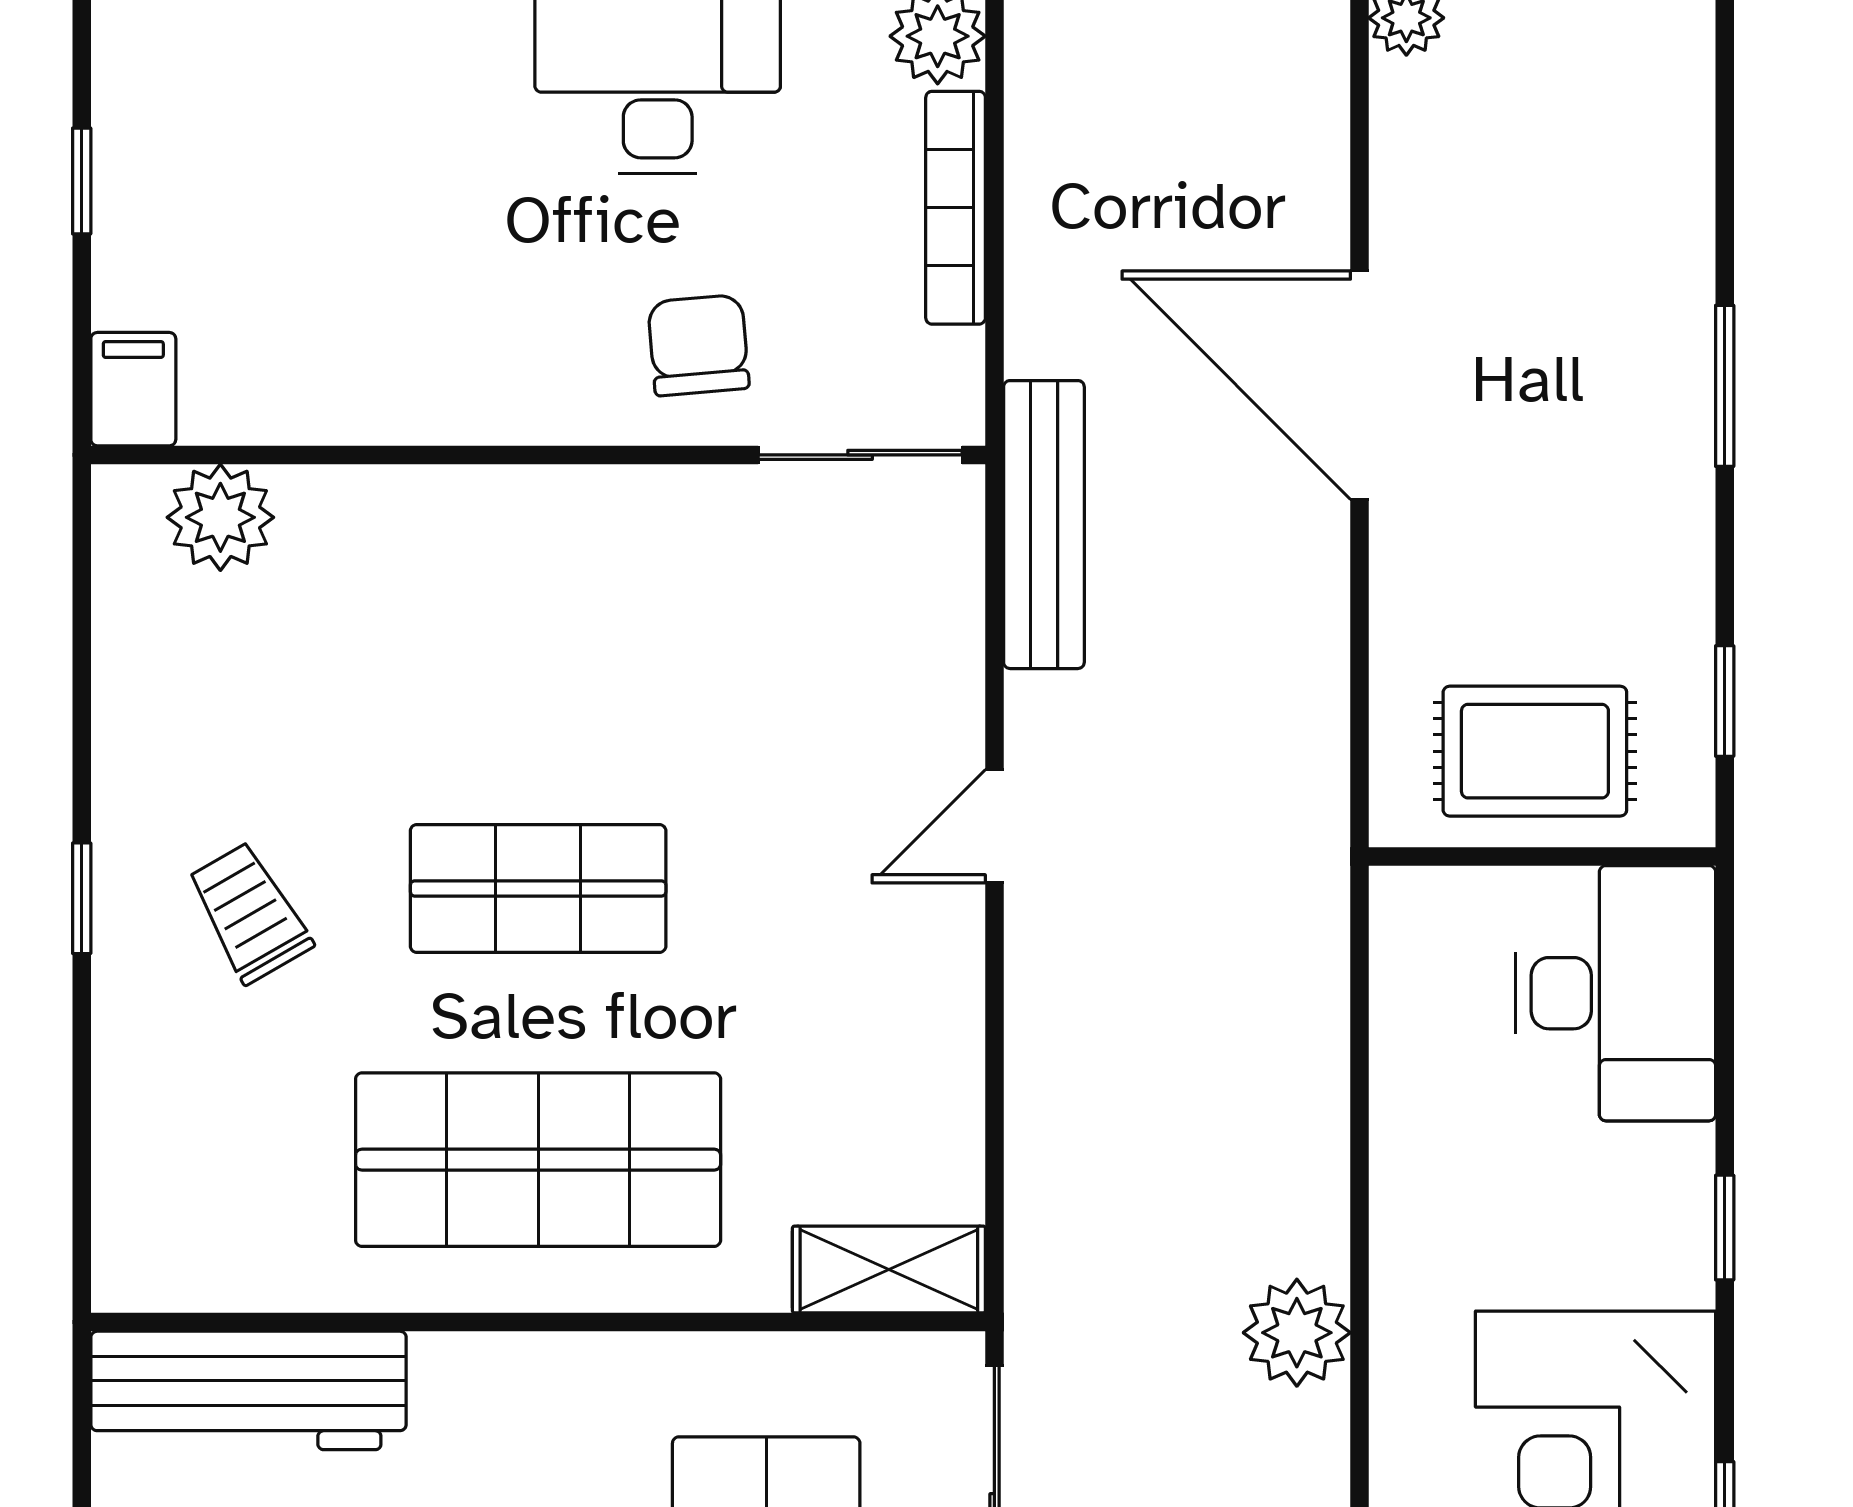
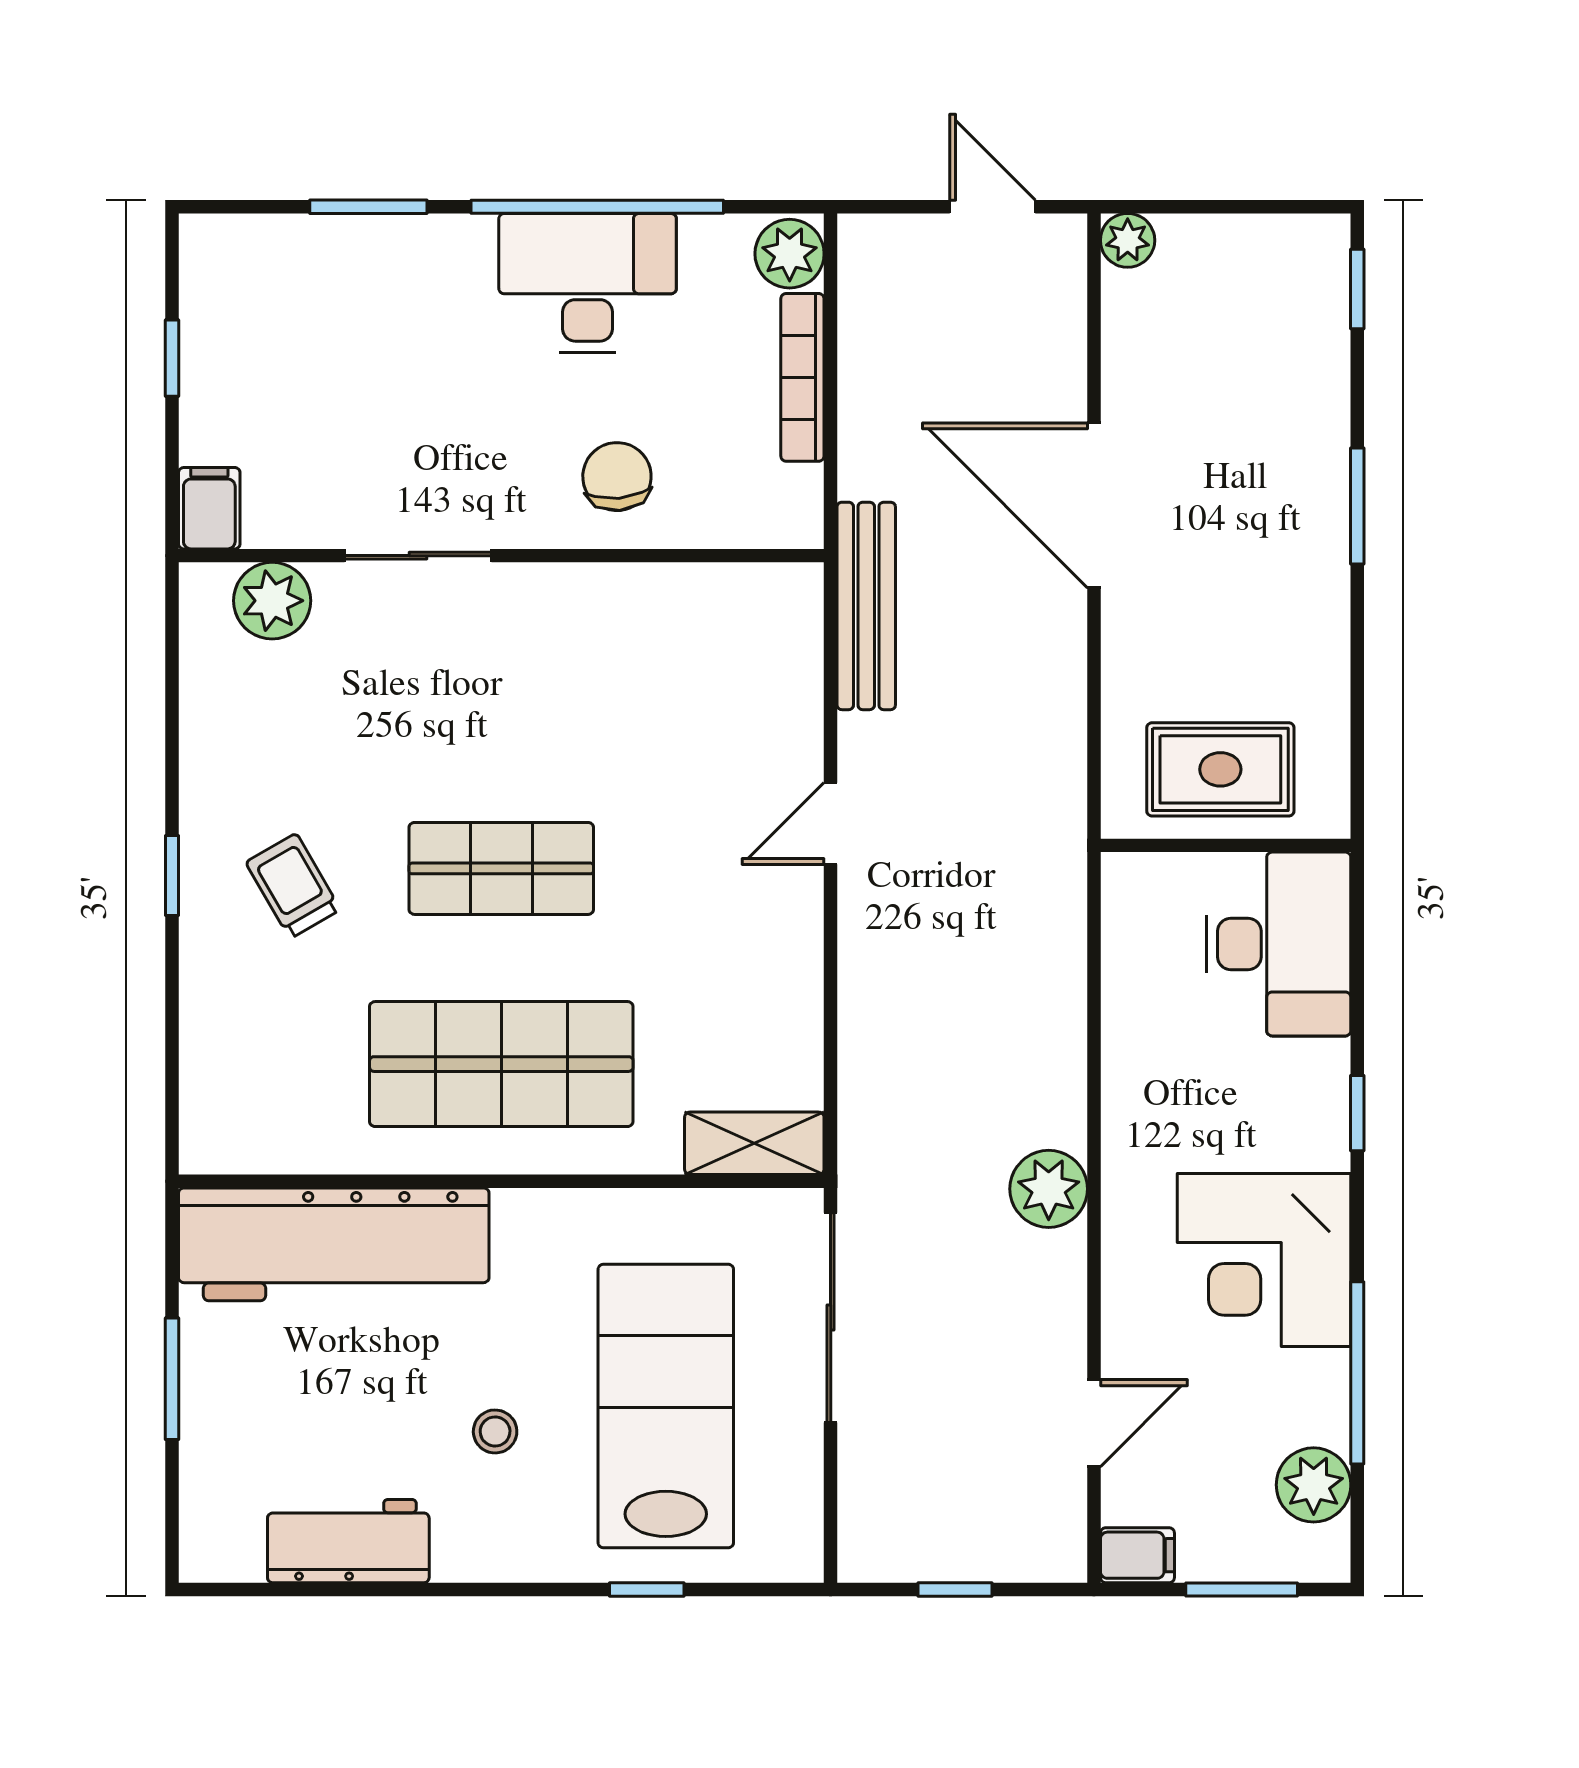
sliding door: (860, 455) -> (418, 556), moved
window: (1725, 701) -> (1357, 289), moved
workbench: (249, 1390) -> (334, 1244), width x1.36, depth x1.32

